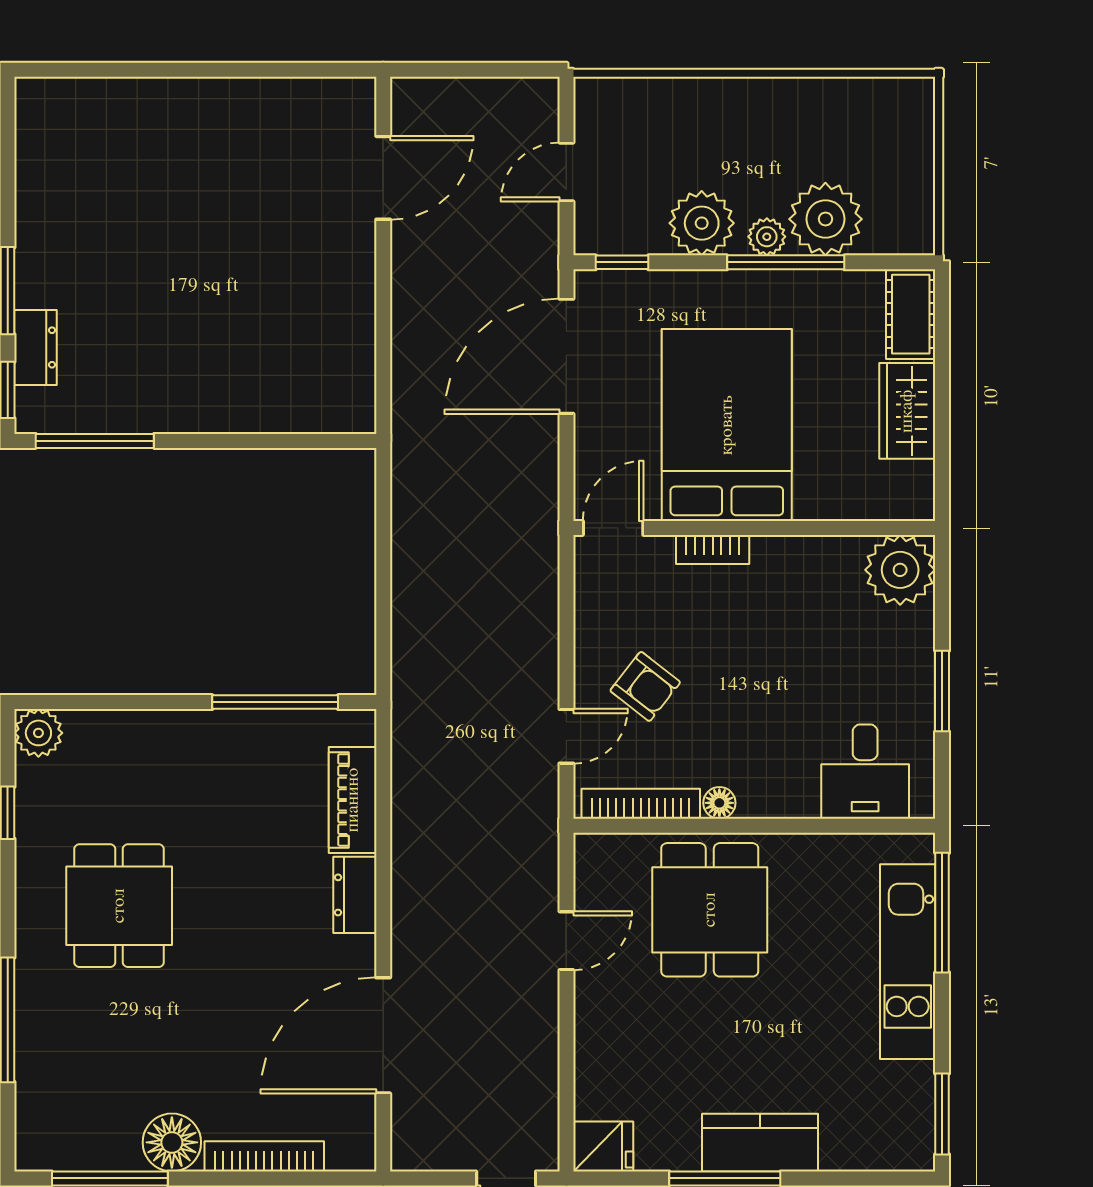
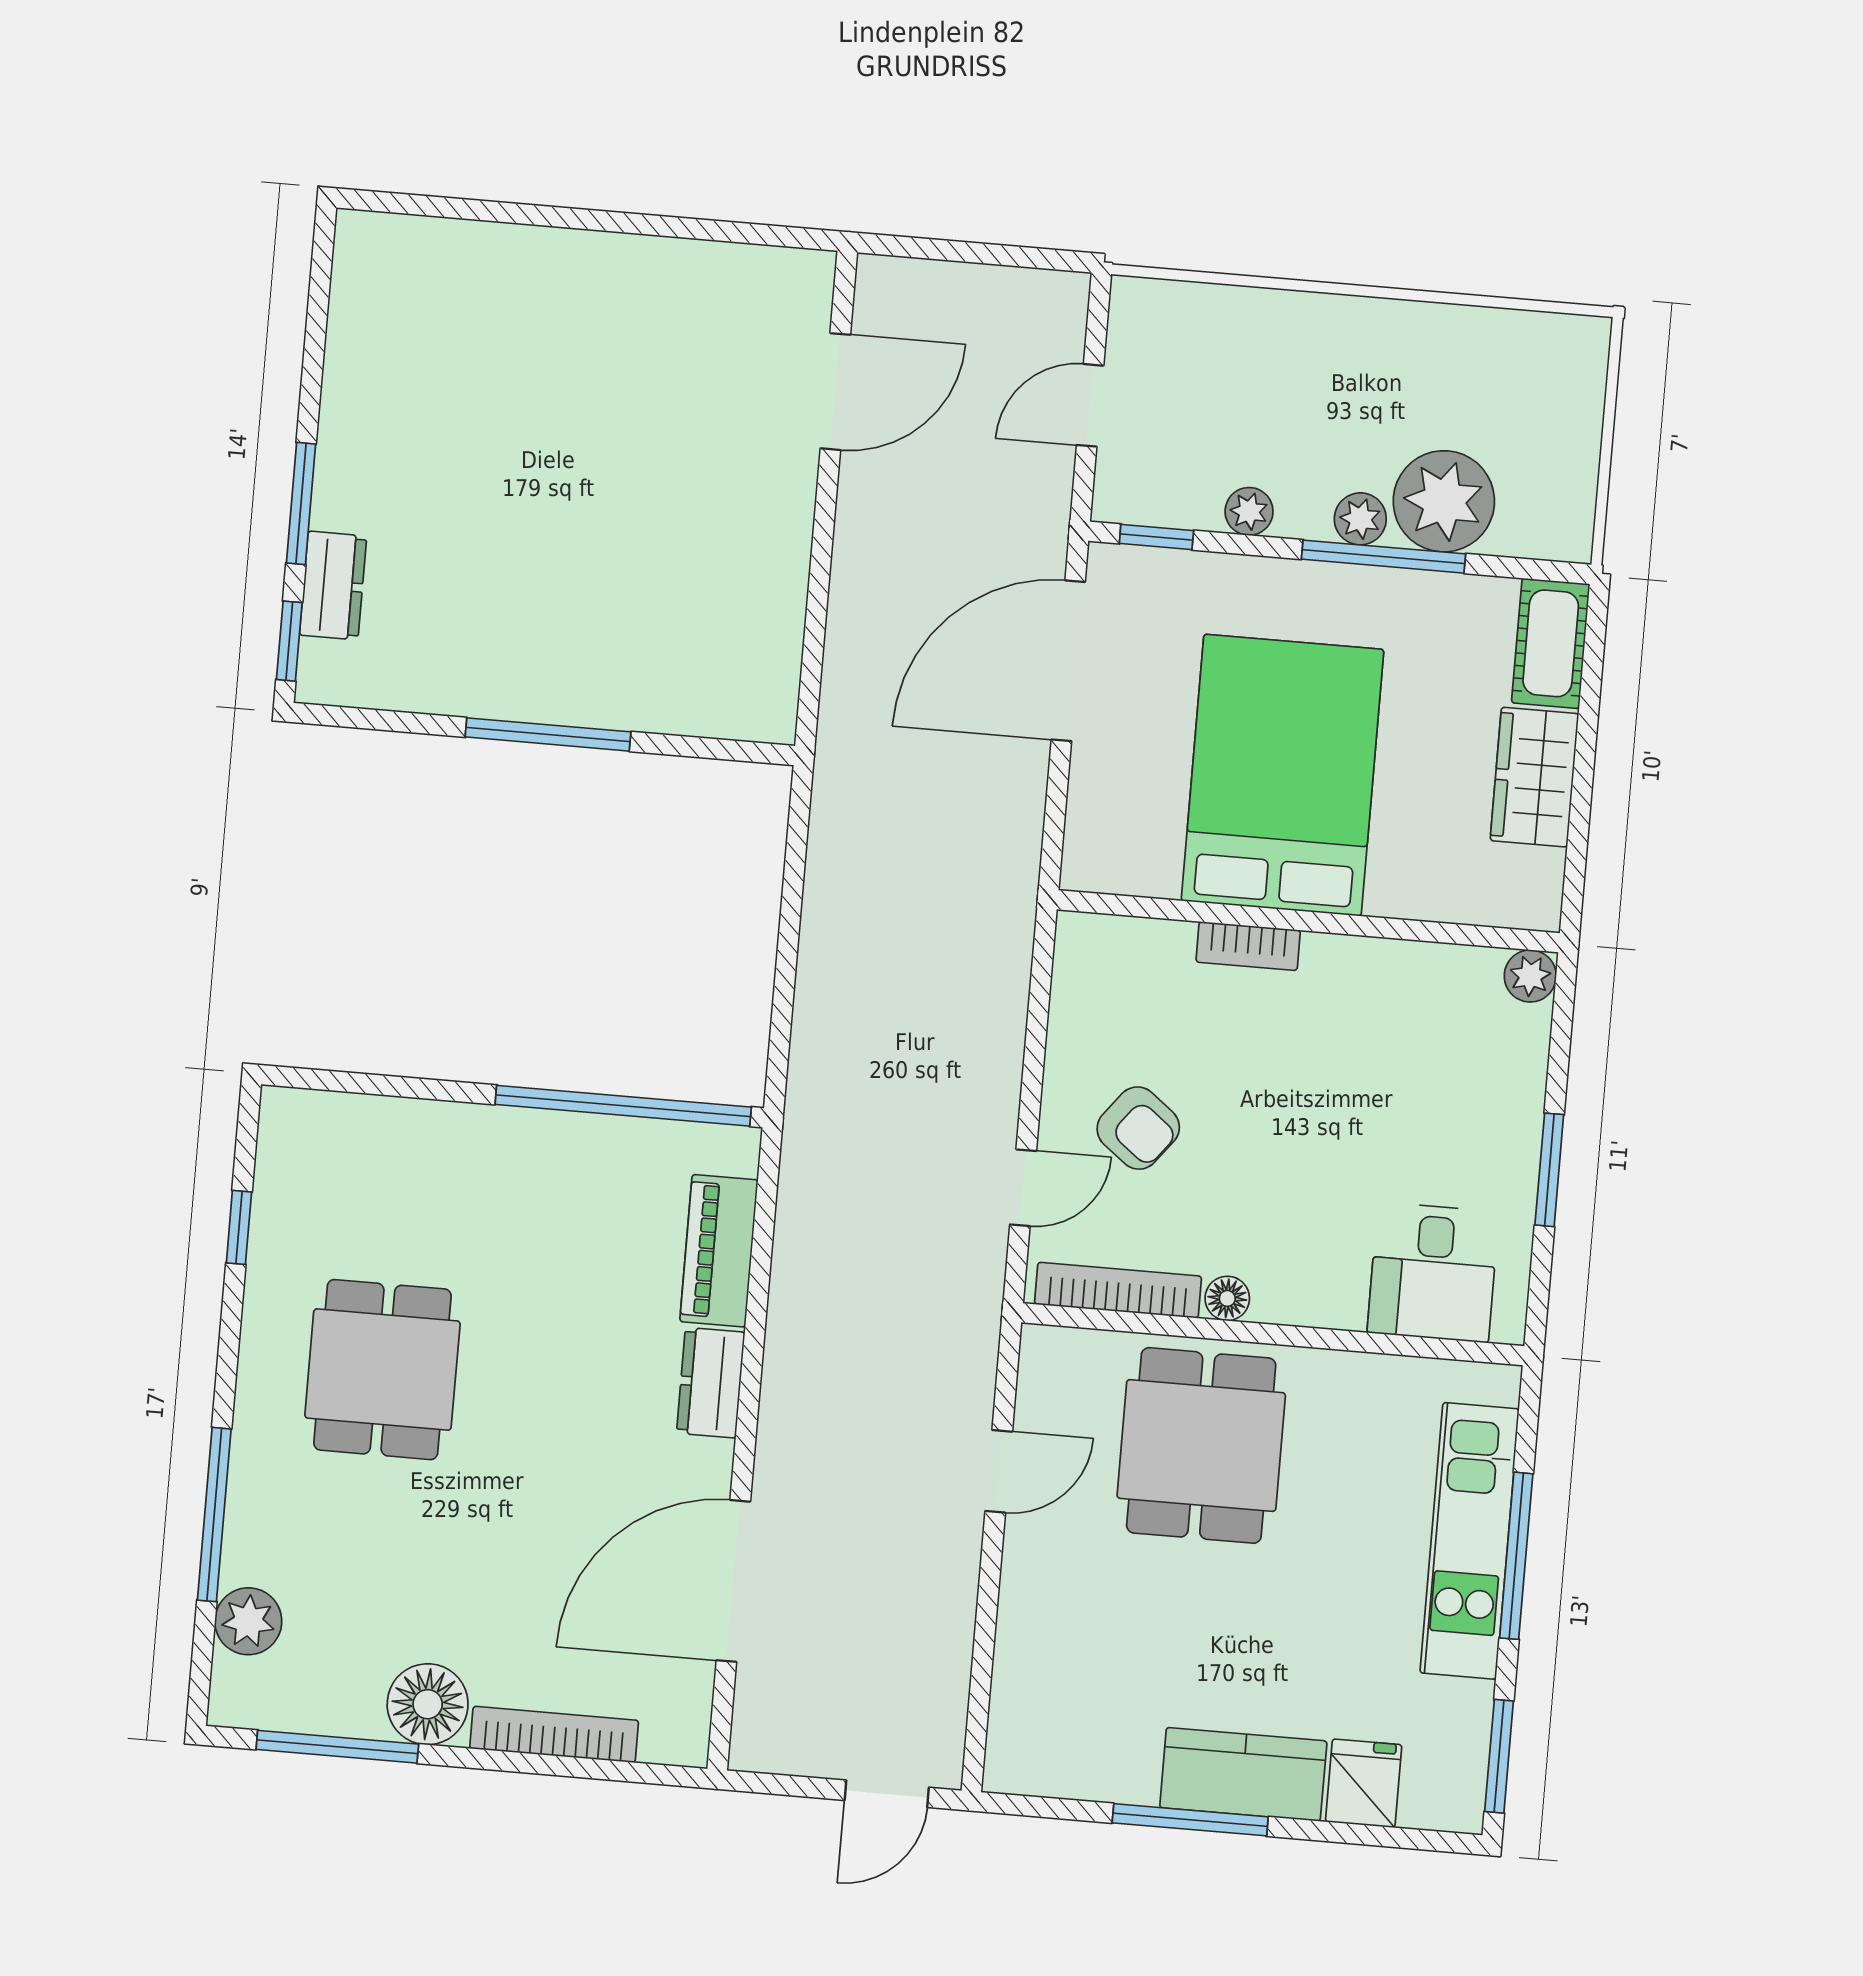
plant: (702, 223) -> (1249, 511), width x0.53, depth x0.53
window: (95, 441) -> (548, 734), moved
door: (613, 528) -> (1113, 904), removed
plant: (900, 570) -> (1530, 976), width x0.53, depth x0.53
window: (275, 702) -> (623, 1106), width x1.46
plant: (38, 733) -> (248, 1621), moved
window: (942, 913) -> (1516, 1556), moved
fridge: (603, 1146) -> (1364, 1783), moved, turned -90

